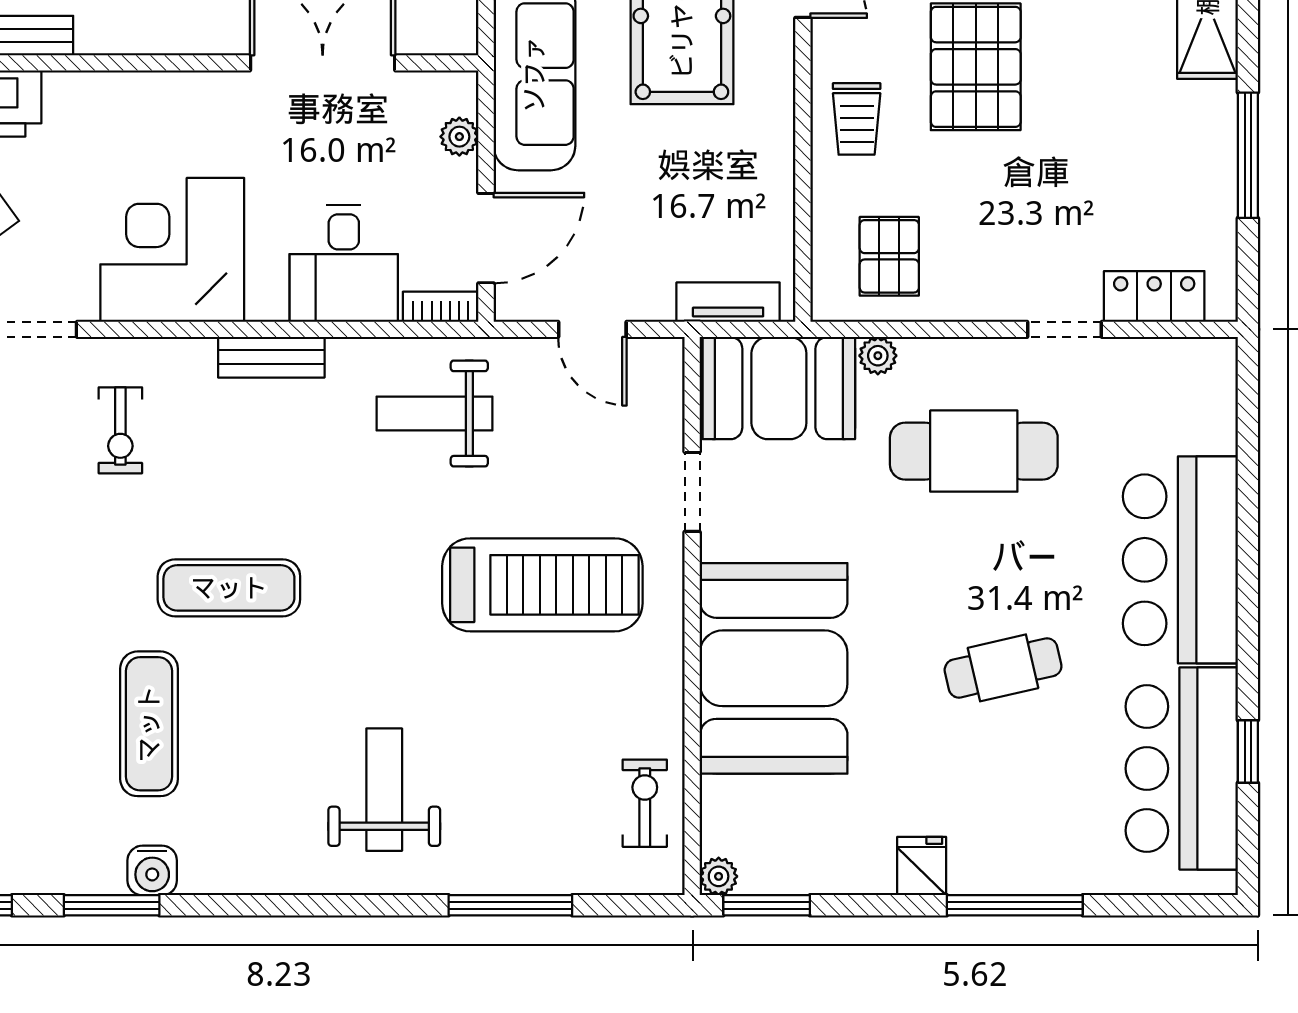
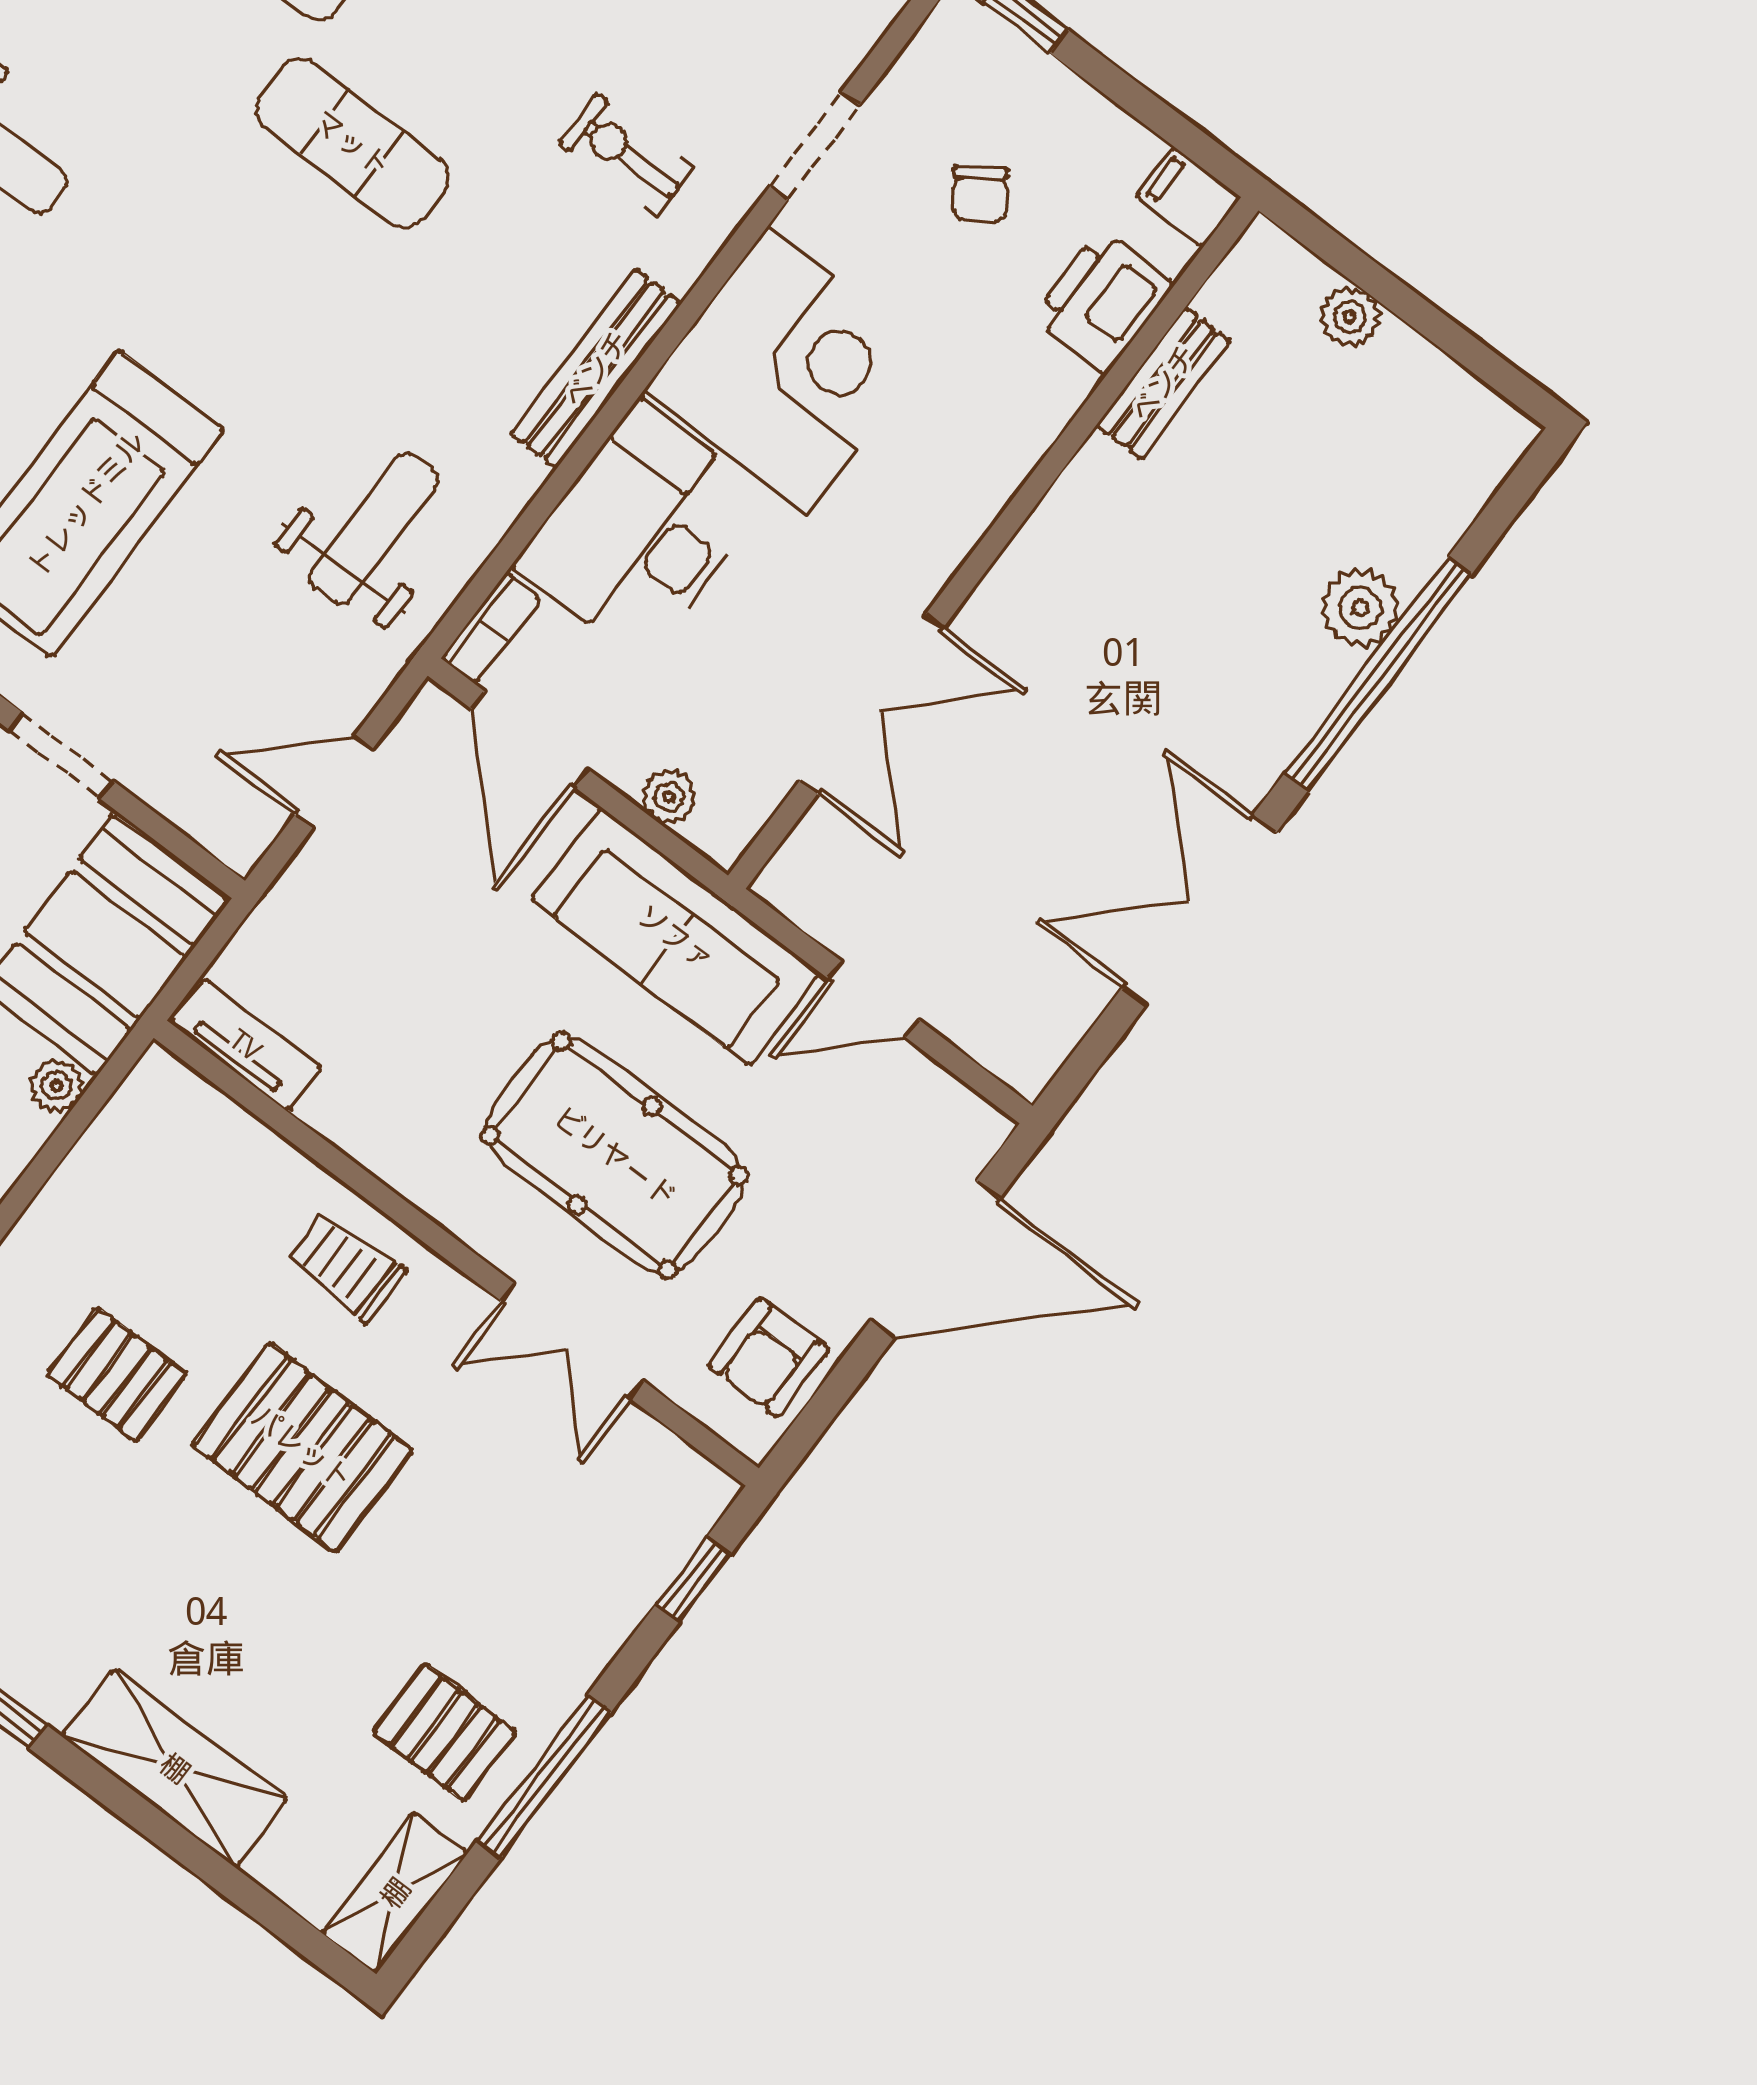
pallet: (889, 256) -> (117, 1374), moved
desk: (344, 263) -> (641, 532), width x1.37
tv unit: (728, 302) -> (246, 1045), moved, turned -90
bench: (271, 357) -> (596, 369), width x1.36
exercise mat: (229, 588) -> (352, 143), turned 90

